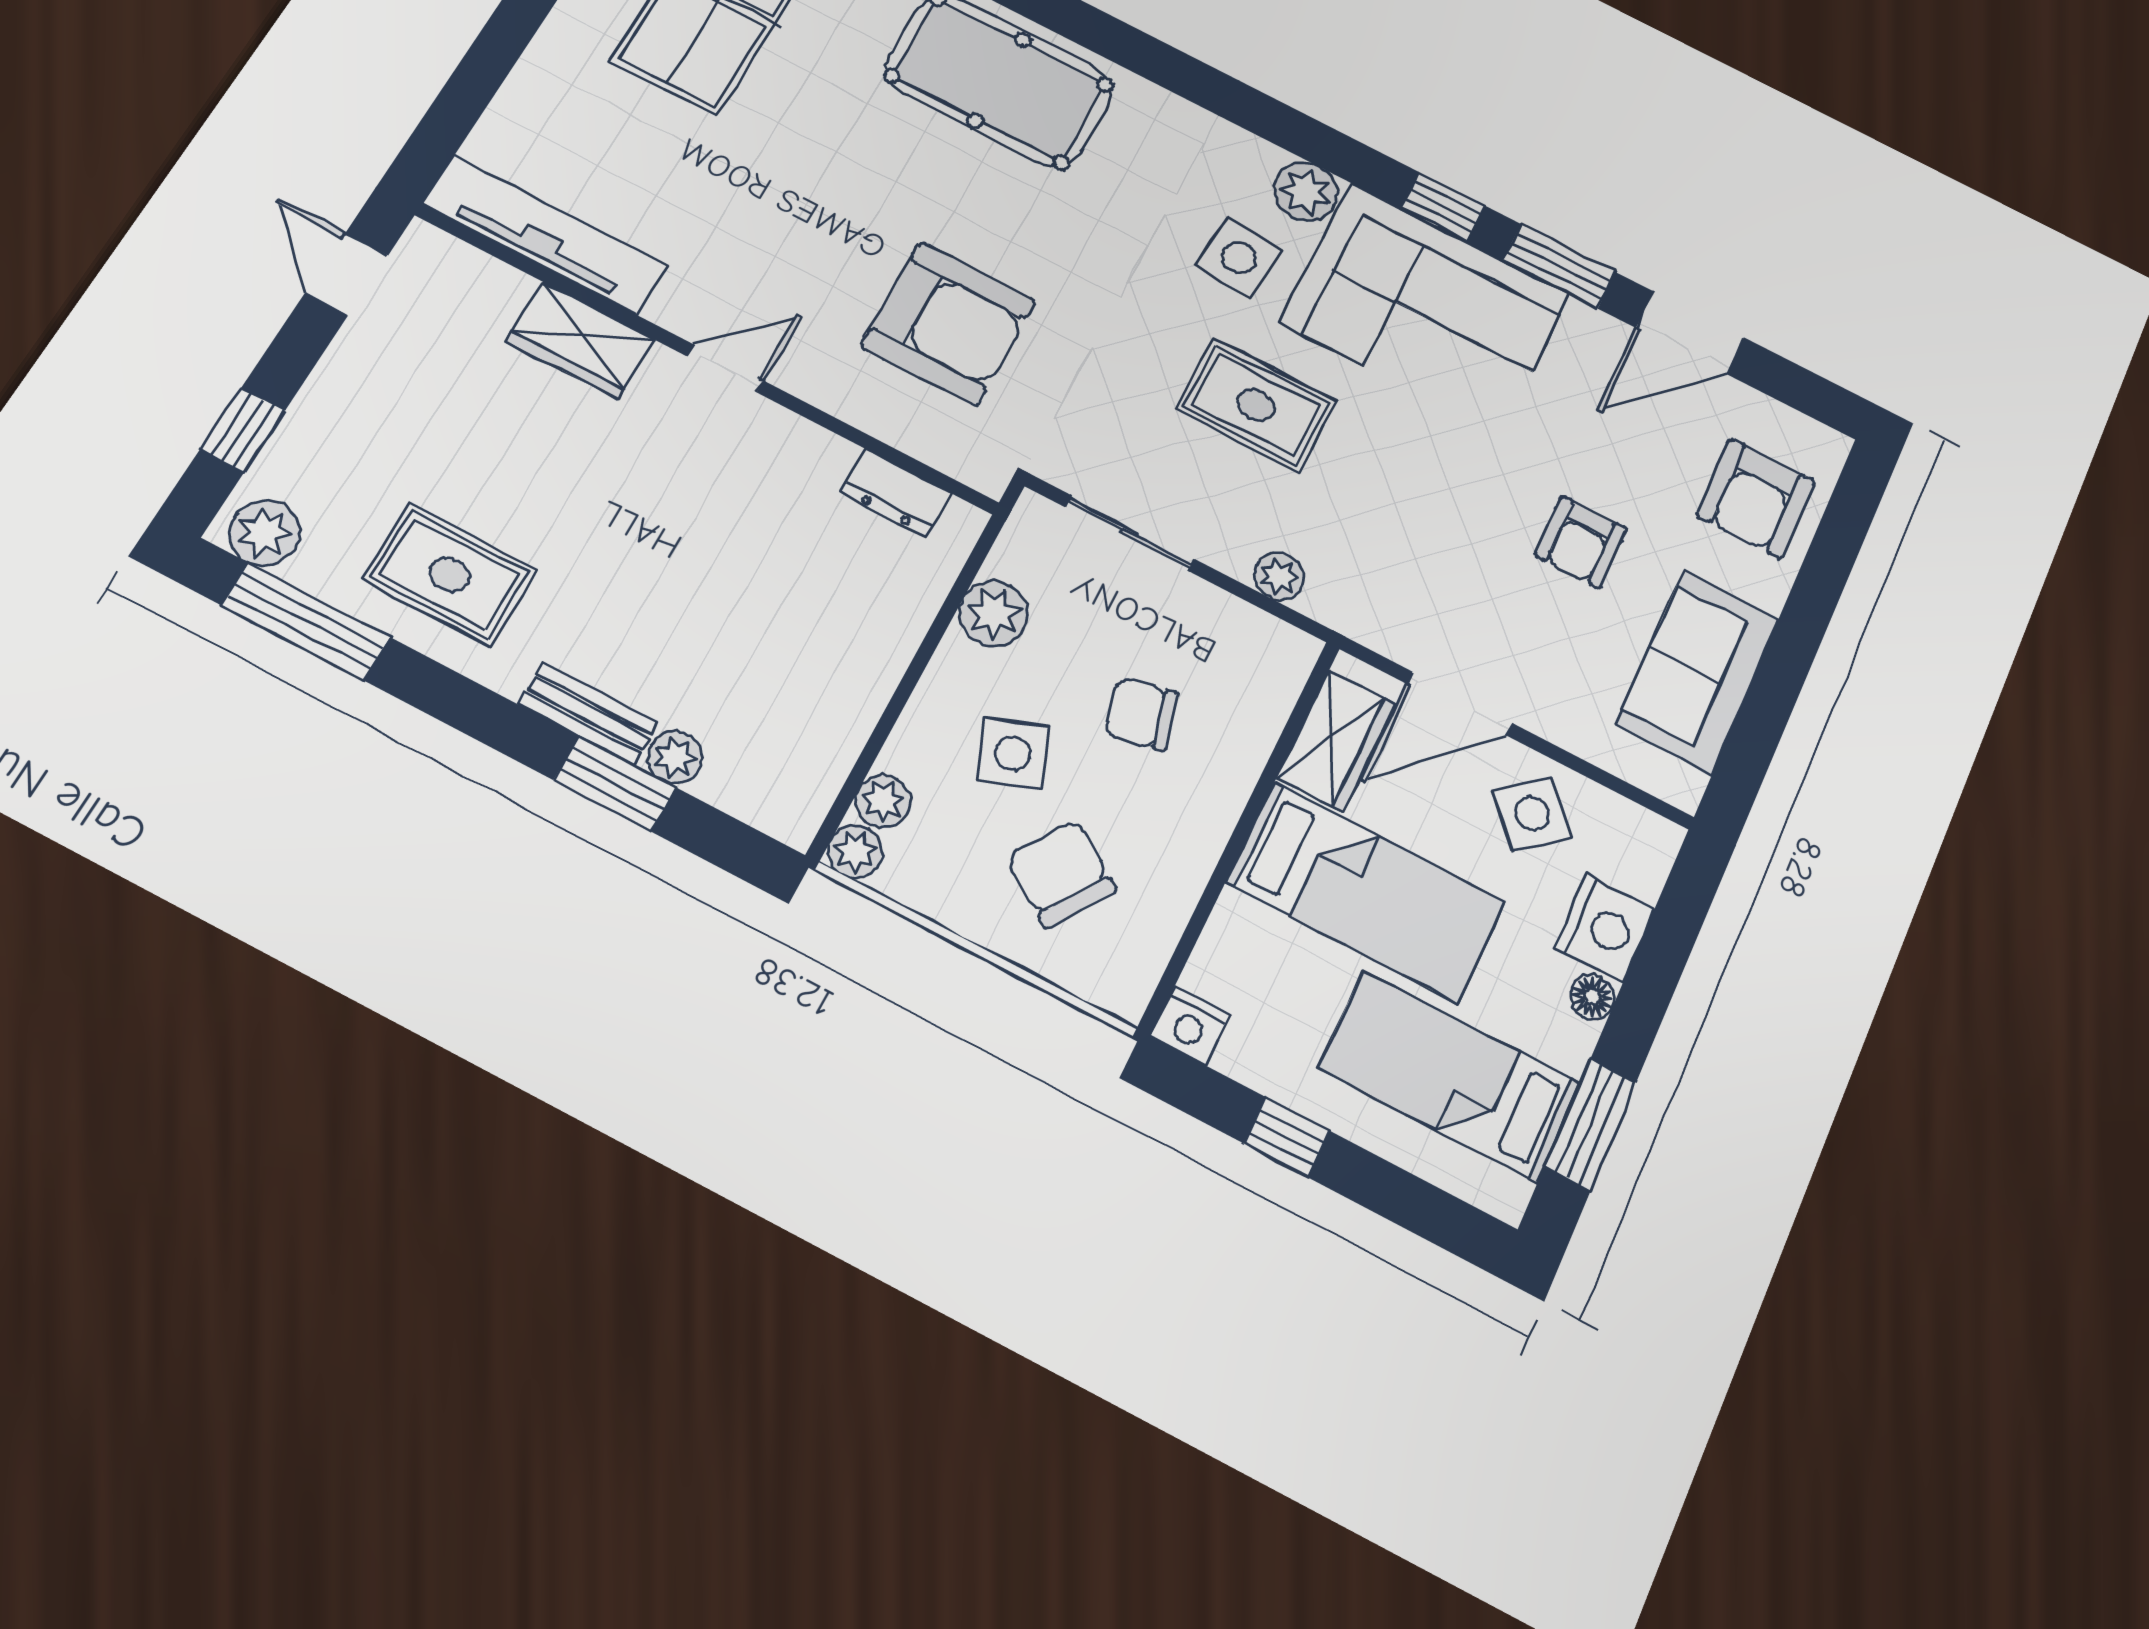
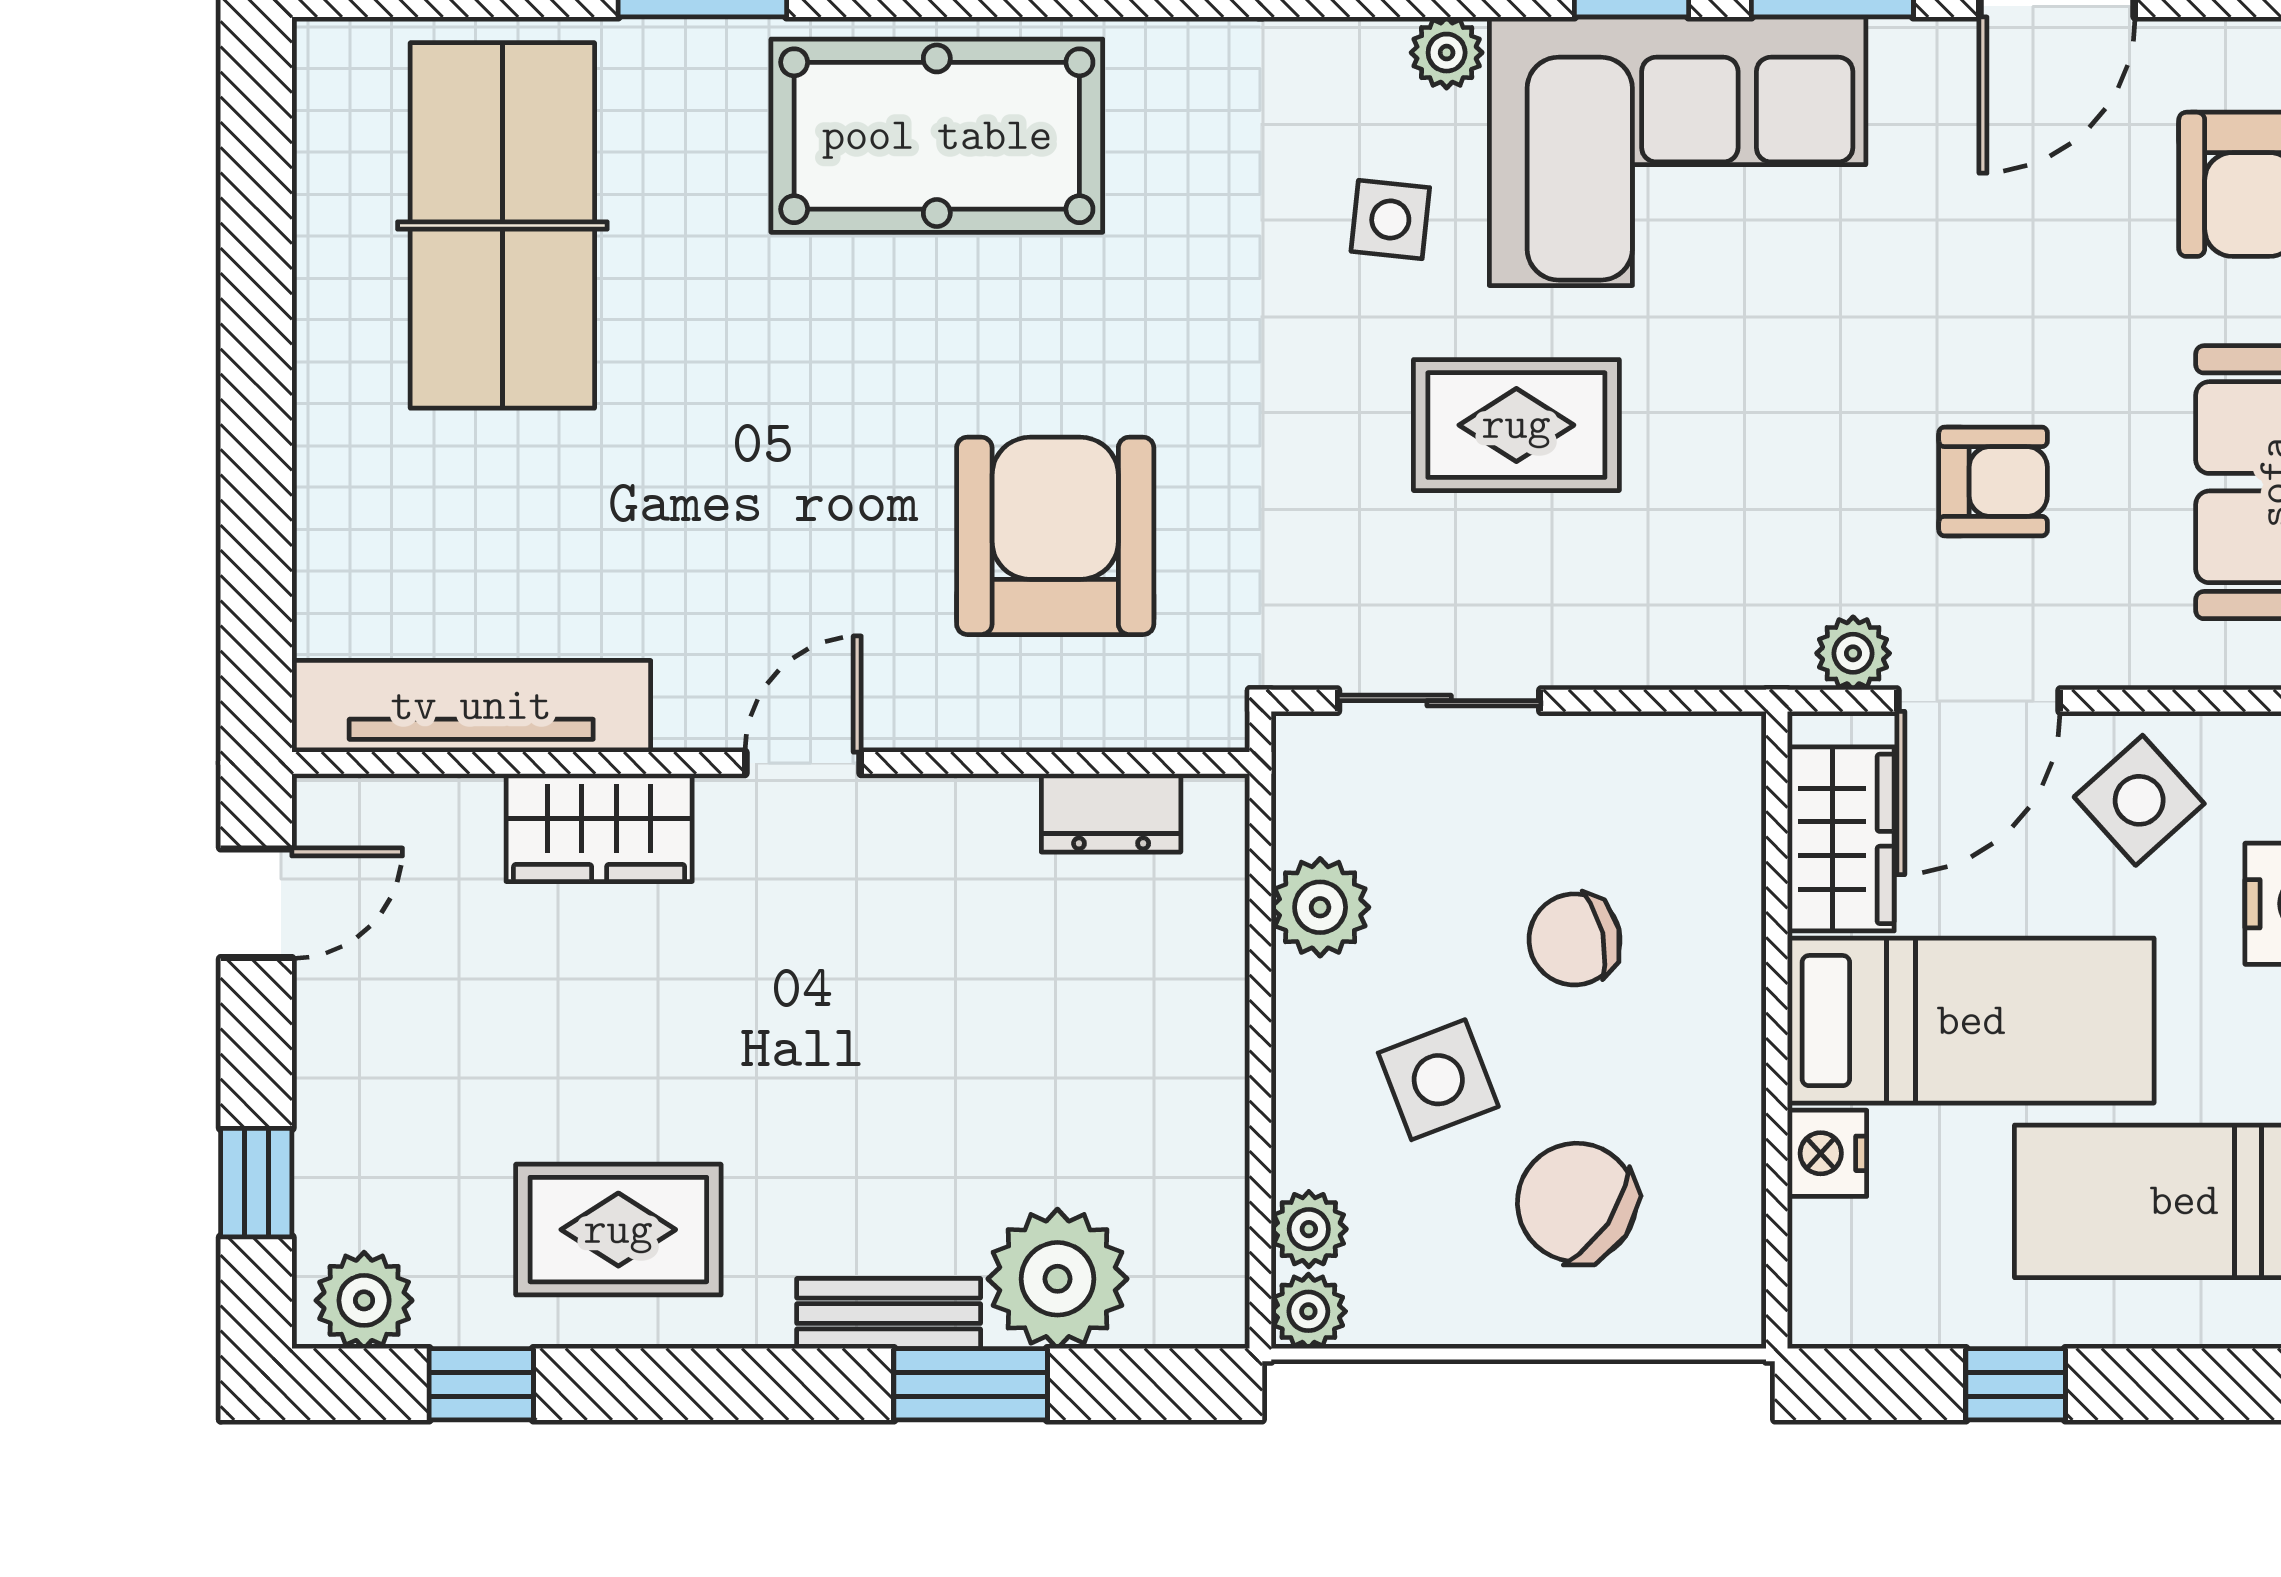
plant: (1306, 191) -> (1447, 53), width x0.73, depth x0.73
side table: (1239, 258) -> (1390, 219), width x0.73, depth x0.73
door: (347, 274) -> (256, 903), swing flipped
armchair: (948, 323) -> (1055, 536), turned -90
armchair: (1581, 542) -> (1993, 481), moved, turned -90
plant: (1279, 576) -> (1853, 653), moved
window: (306, 621) -> (481, 1384), width x0.46
plant: (675, 757) -> (1057, 1279), width x1.88, depth x1.88
nightstand: (1190, 1026) -> (1827, 1153), moved, turned 90

